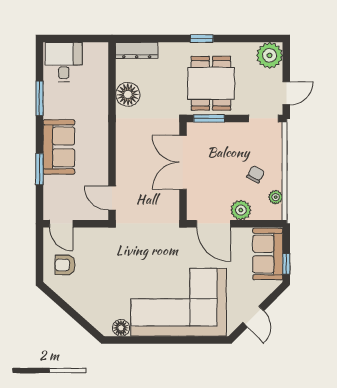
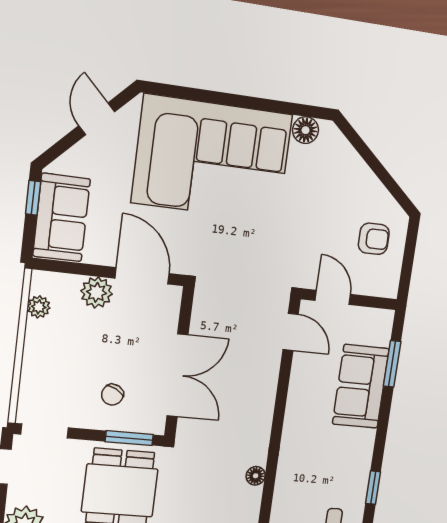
floor lamp: (128, 94) -> (256, 476), width x0.53, depth x0.53
window: (39, 98) -> (373, 488), width x0.67
sofa: (59, 147) -> (361, 386), moved
window: (39, 169) -> (392, 364), moved
chair: (256, 174) -> (112, 395), moved
door: (61, 224) -> (333, 297), moved

